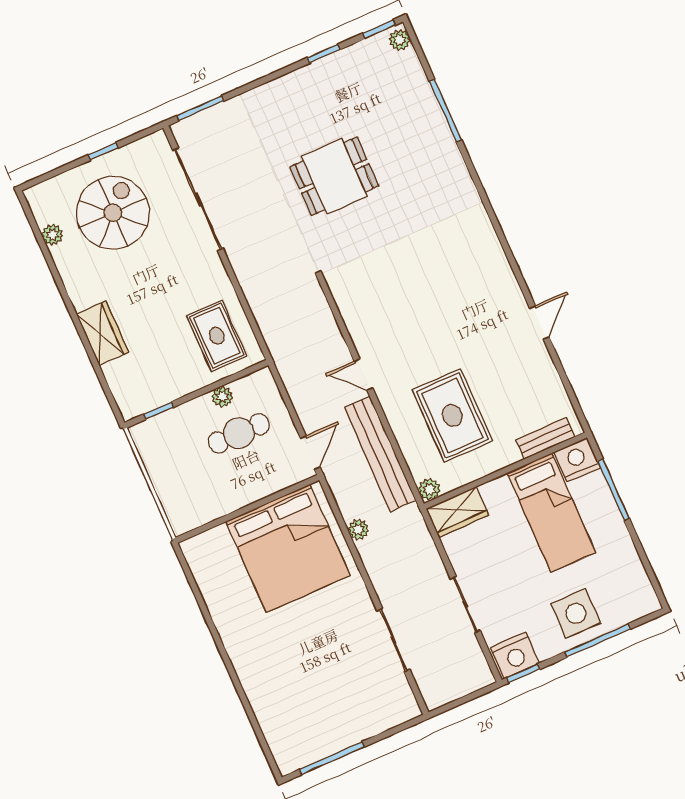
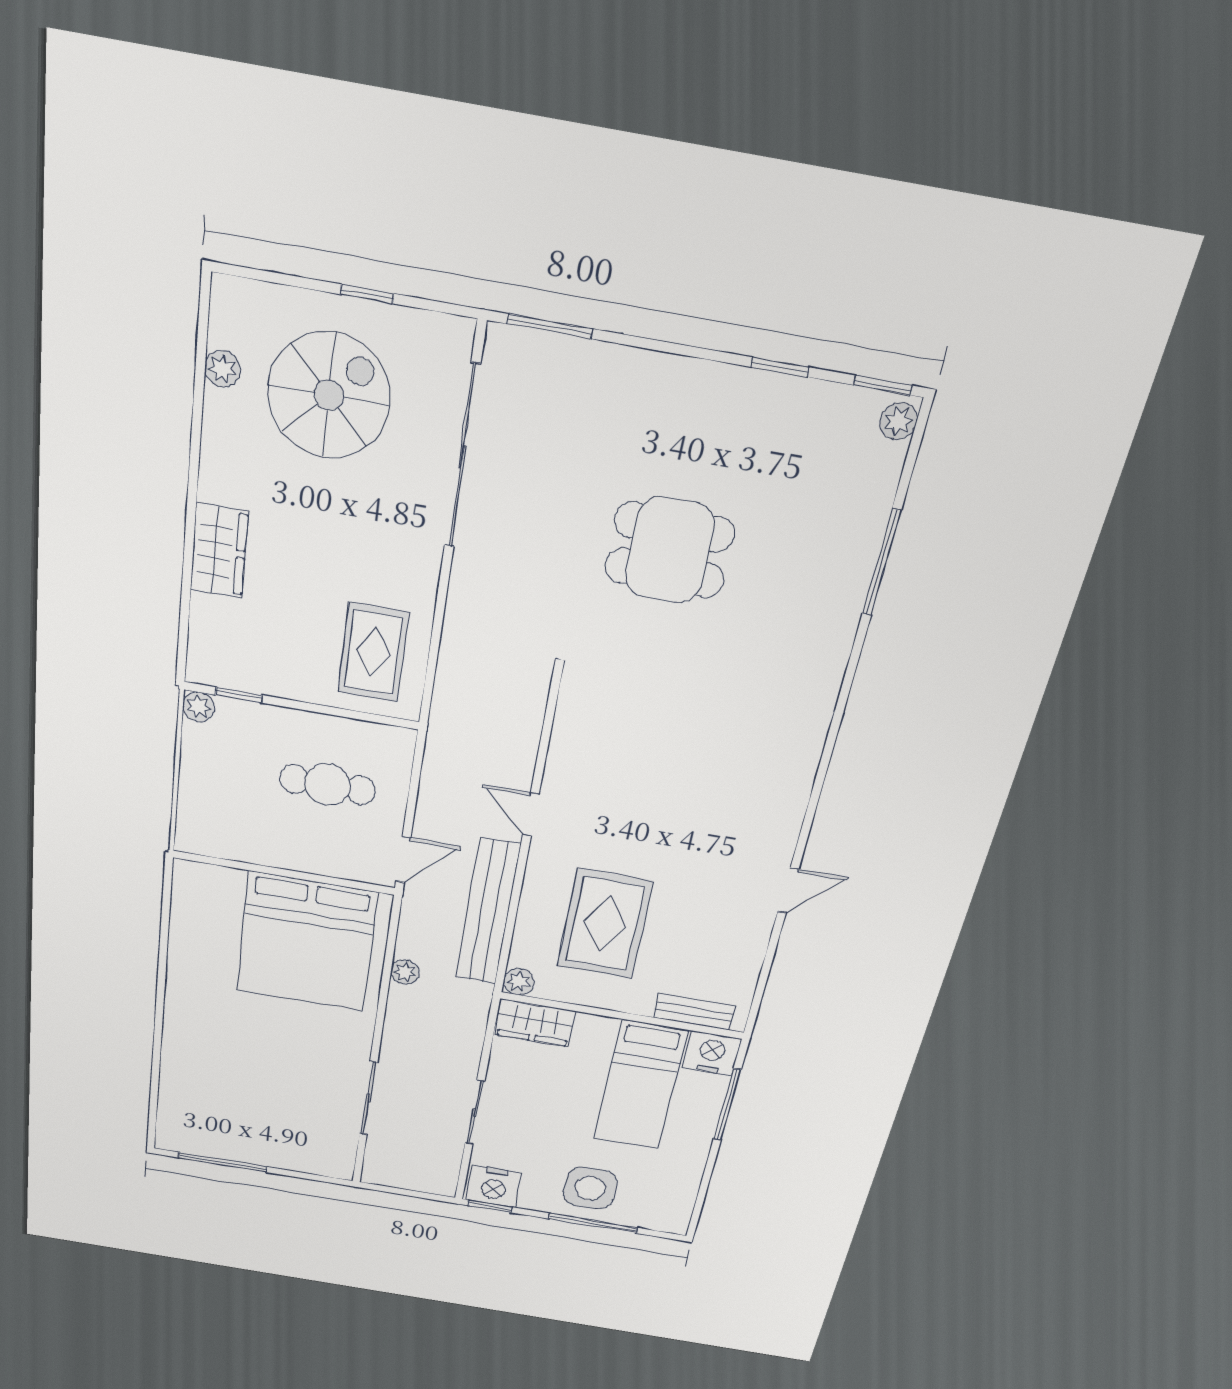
plant: (222, 397) -> (199, 707), moved

